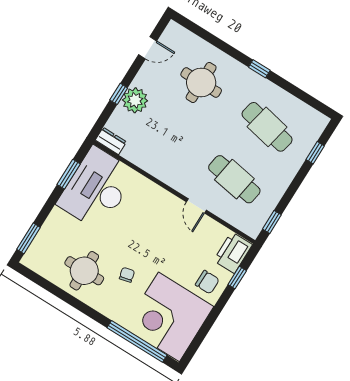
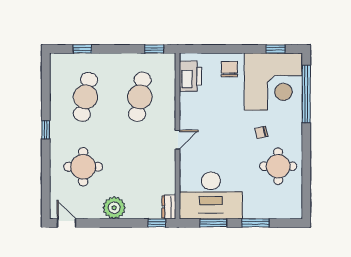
door: (148, 48) -> (66, 223), moved
window: (119, 94) -> (157, 223), moved
plant: (135, 100) -> (114, 208), moved
door: (196, 206) -> (178, 140), moved
window: (29, 238) -> (256, 223), moved
printer: (233, 253) -> (190, 76), moved, turned -90
window: (237, 278) -> (276, 49), moved

